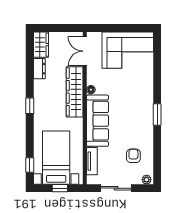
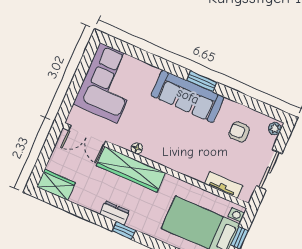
dresser: (39, 69) -> (115, 213), moved
sofa: (97, 121) -> (188, 96), moved, turned 180

